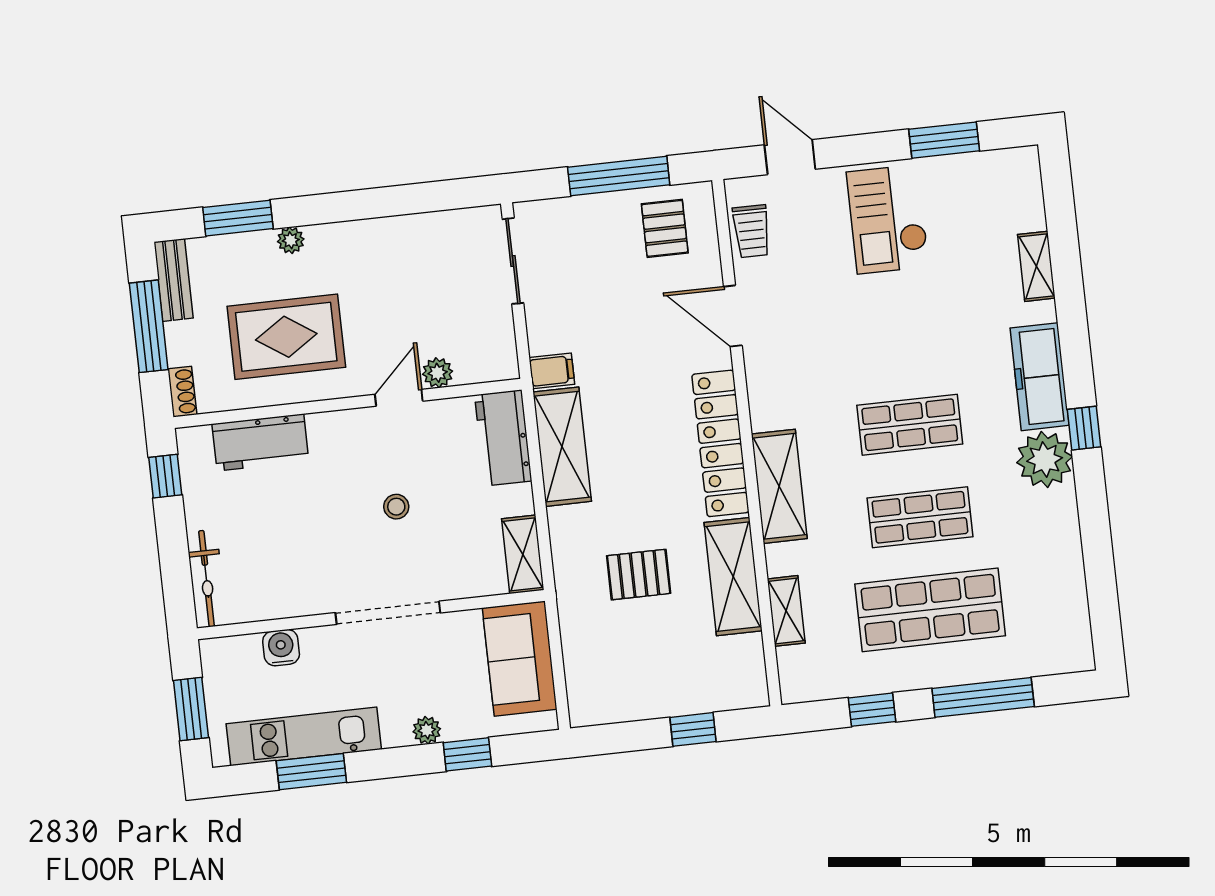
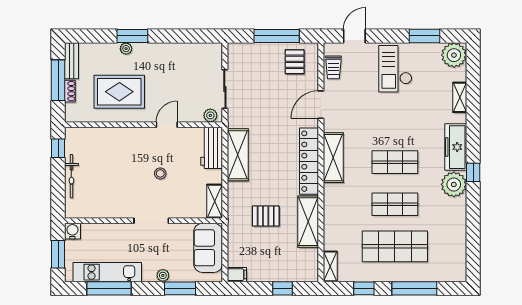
door: (790, 157) -> (354, 36), hinge flipped
plant: (1014, 175) -> (454, 55), added
window: (238, 218) -> (132, 36), moved
sliding door: (513, 261) -> (225, 89), moved
door: (733, 316) -> (321, 105), hinge flipped
filing cabinet: (552, 371) -> (237, 275), moved
plant: (438, 373) -> (210, 115), moved
shoe rack: (182, 392) -> (70, 91), moved
workbench: (260, 442) -> (102, 138), removed
shelving: (779, 486) -> (333, 158), moved
bicycle: (207, 579) -> (71, 176), moved
shelving: (786, 611) -> (330, 266), moved
doorway: (388, 613) -> (151, 221), width x0.73
water cooler: (281, 648) -> (72, 231), moved
window: (467, 754) -> (180, 288), width x1.50
window: (311, 772) -> (109, 288), width x1.44

